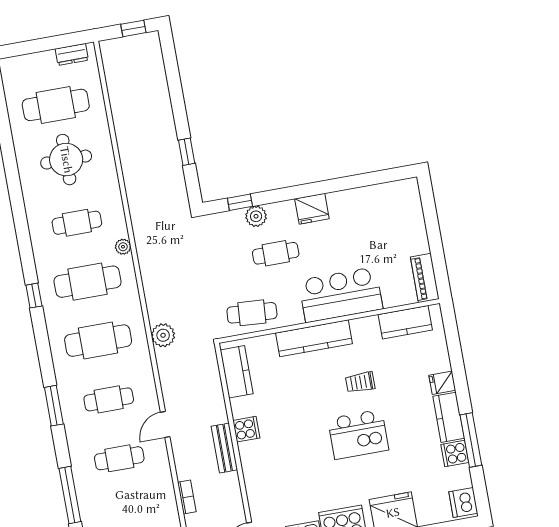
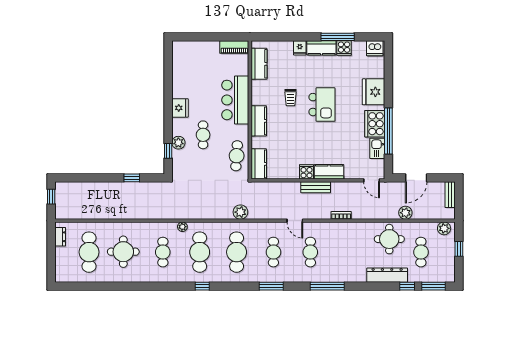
kitchen counter: (314, 338) -> (259, 121), width x0.67
kitchen counter: (237, 372) -> (259, 164), moved, turned 90
kitchen counter: (253, 465) -> (329, 172), added

